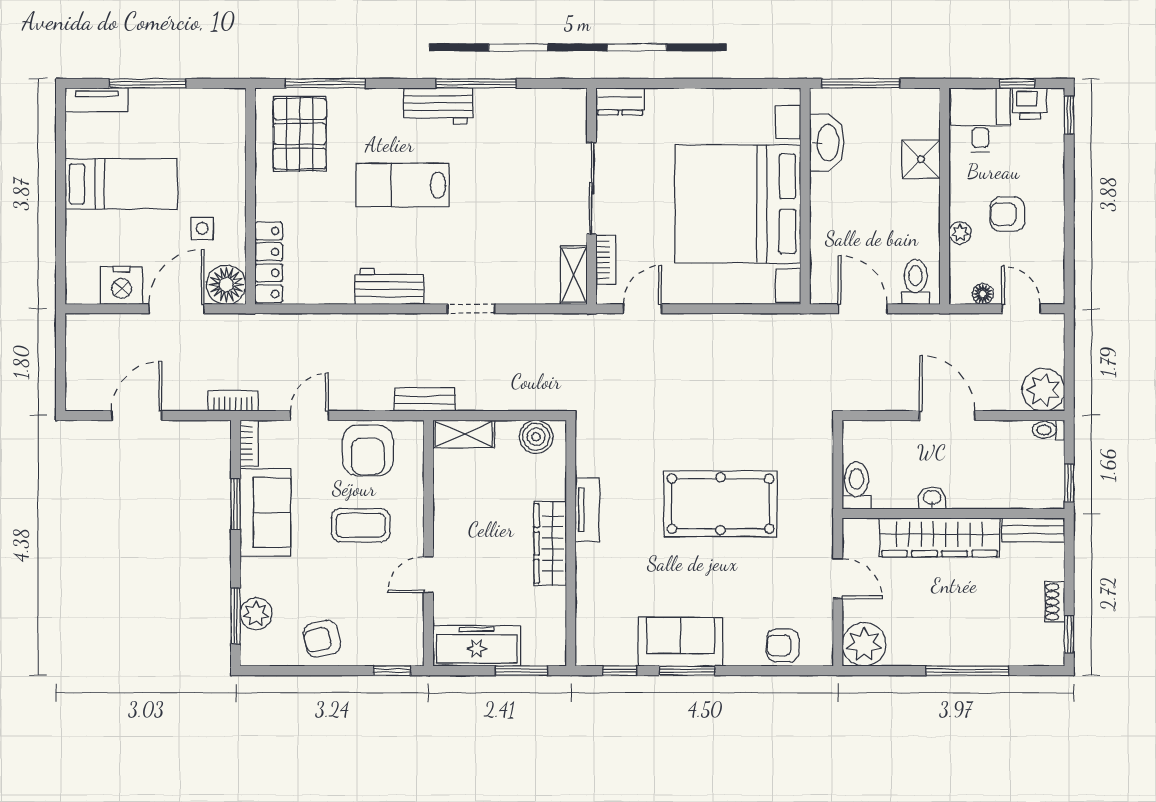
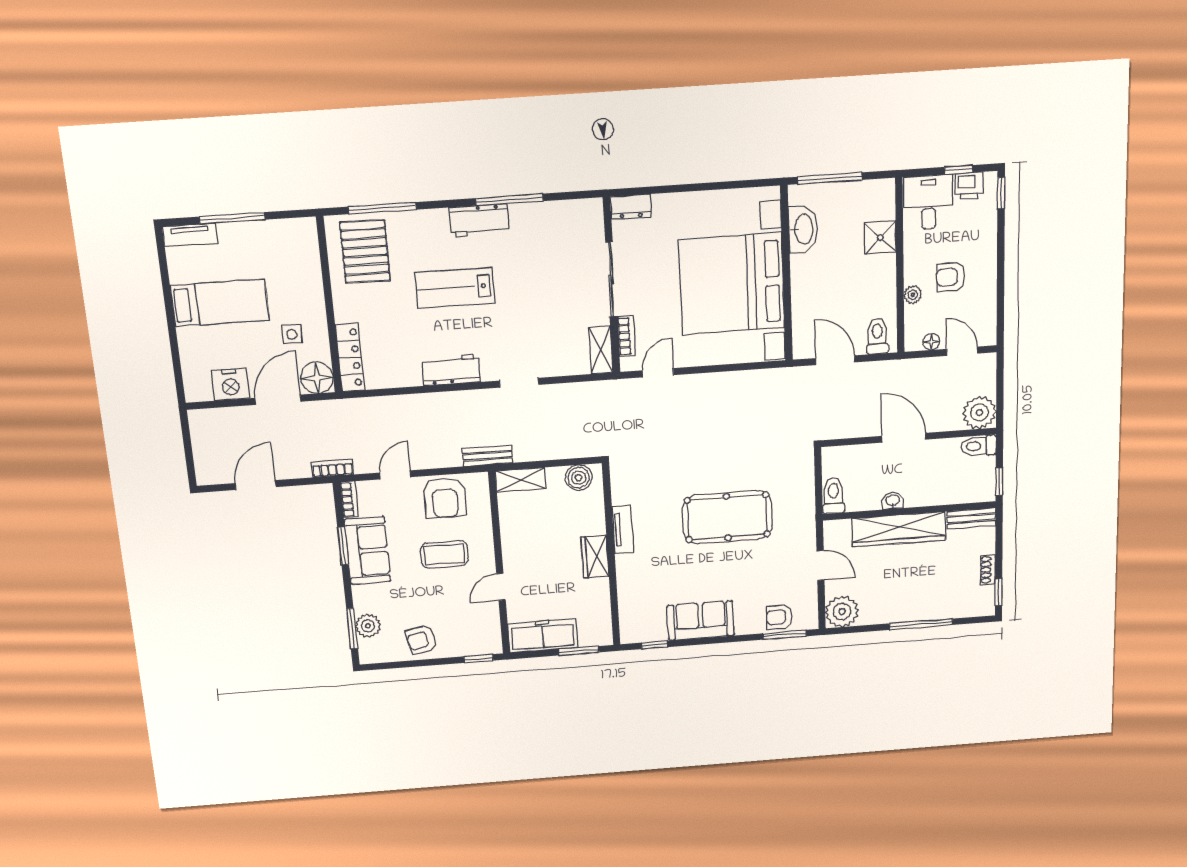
toilet: (1048, 430) -> (978, 446), width x1.37, depth x1.39
wardrobe: (550, 543) -> (595, 557), width x0.67
window: (687, 671) -> (785, 635), moved

